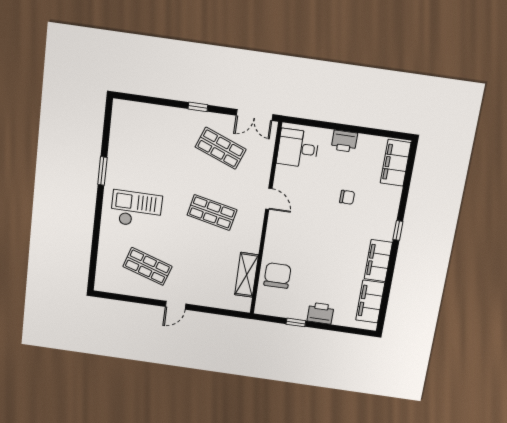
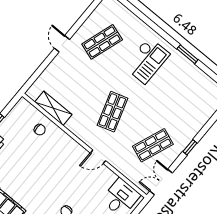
shop shelf: (212, 212) -> (112, 112), turned -30
chair: (277, 275) -> (40, 130), width x0.54, depth x0.54

